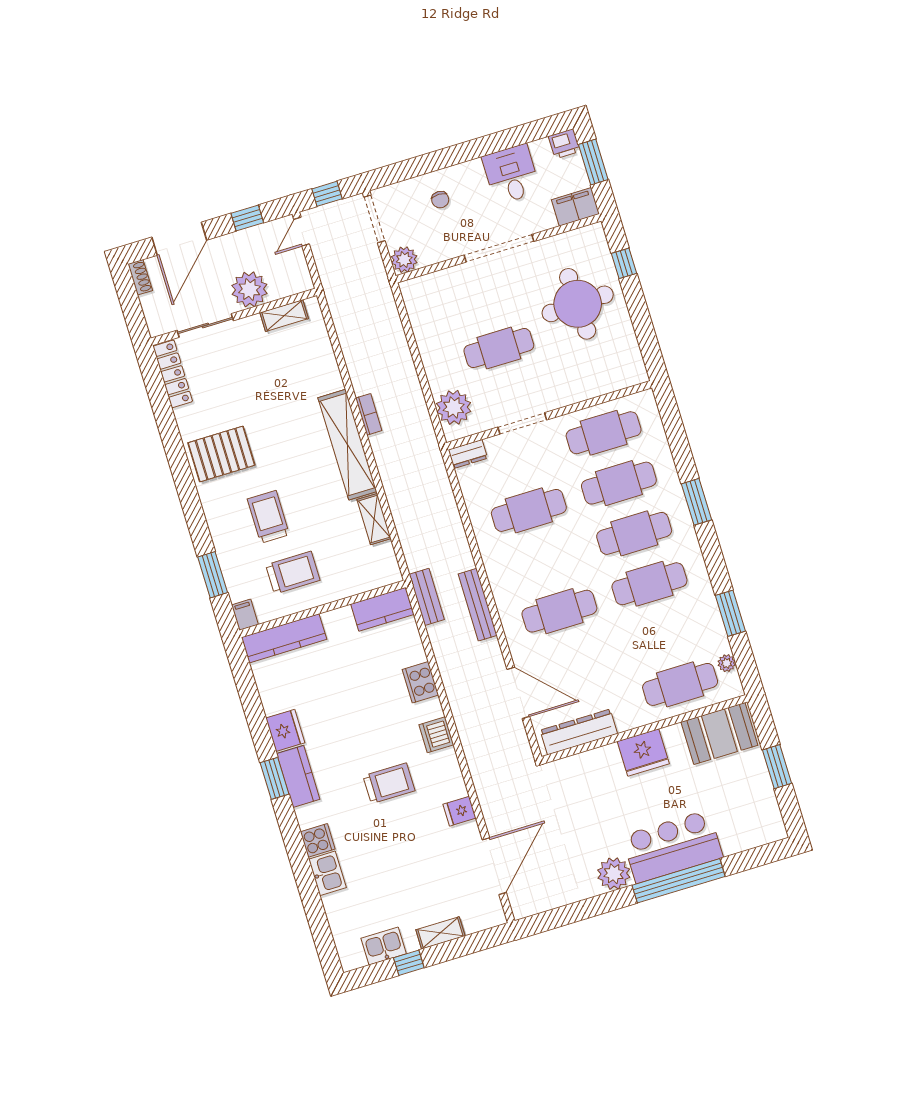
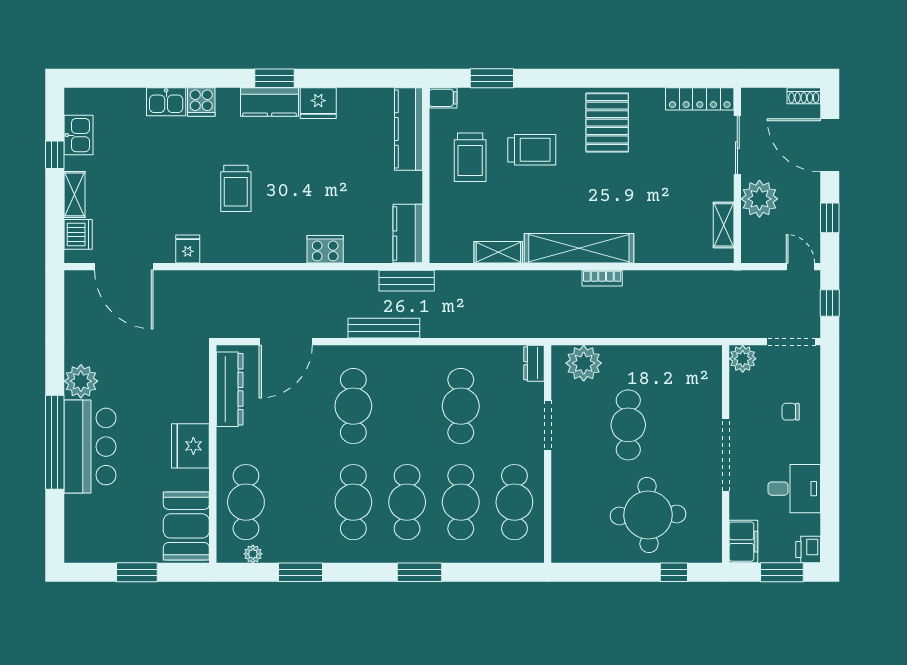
dishwasher: (436, 735) -> (78, 234), moved, turned 90

